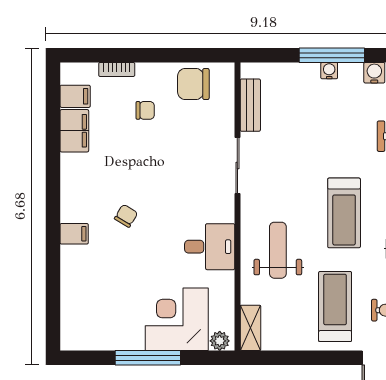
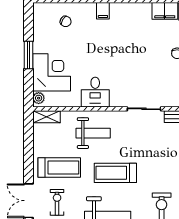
chair: (126, 216) -> (66, 21), moved
window: (148, 358) -> (29, 55), width x0.69

